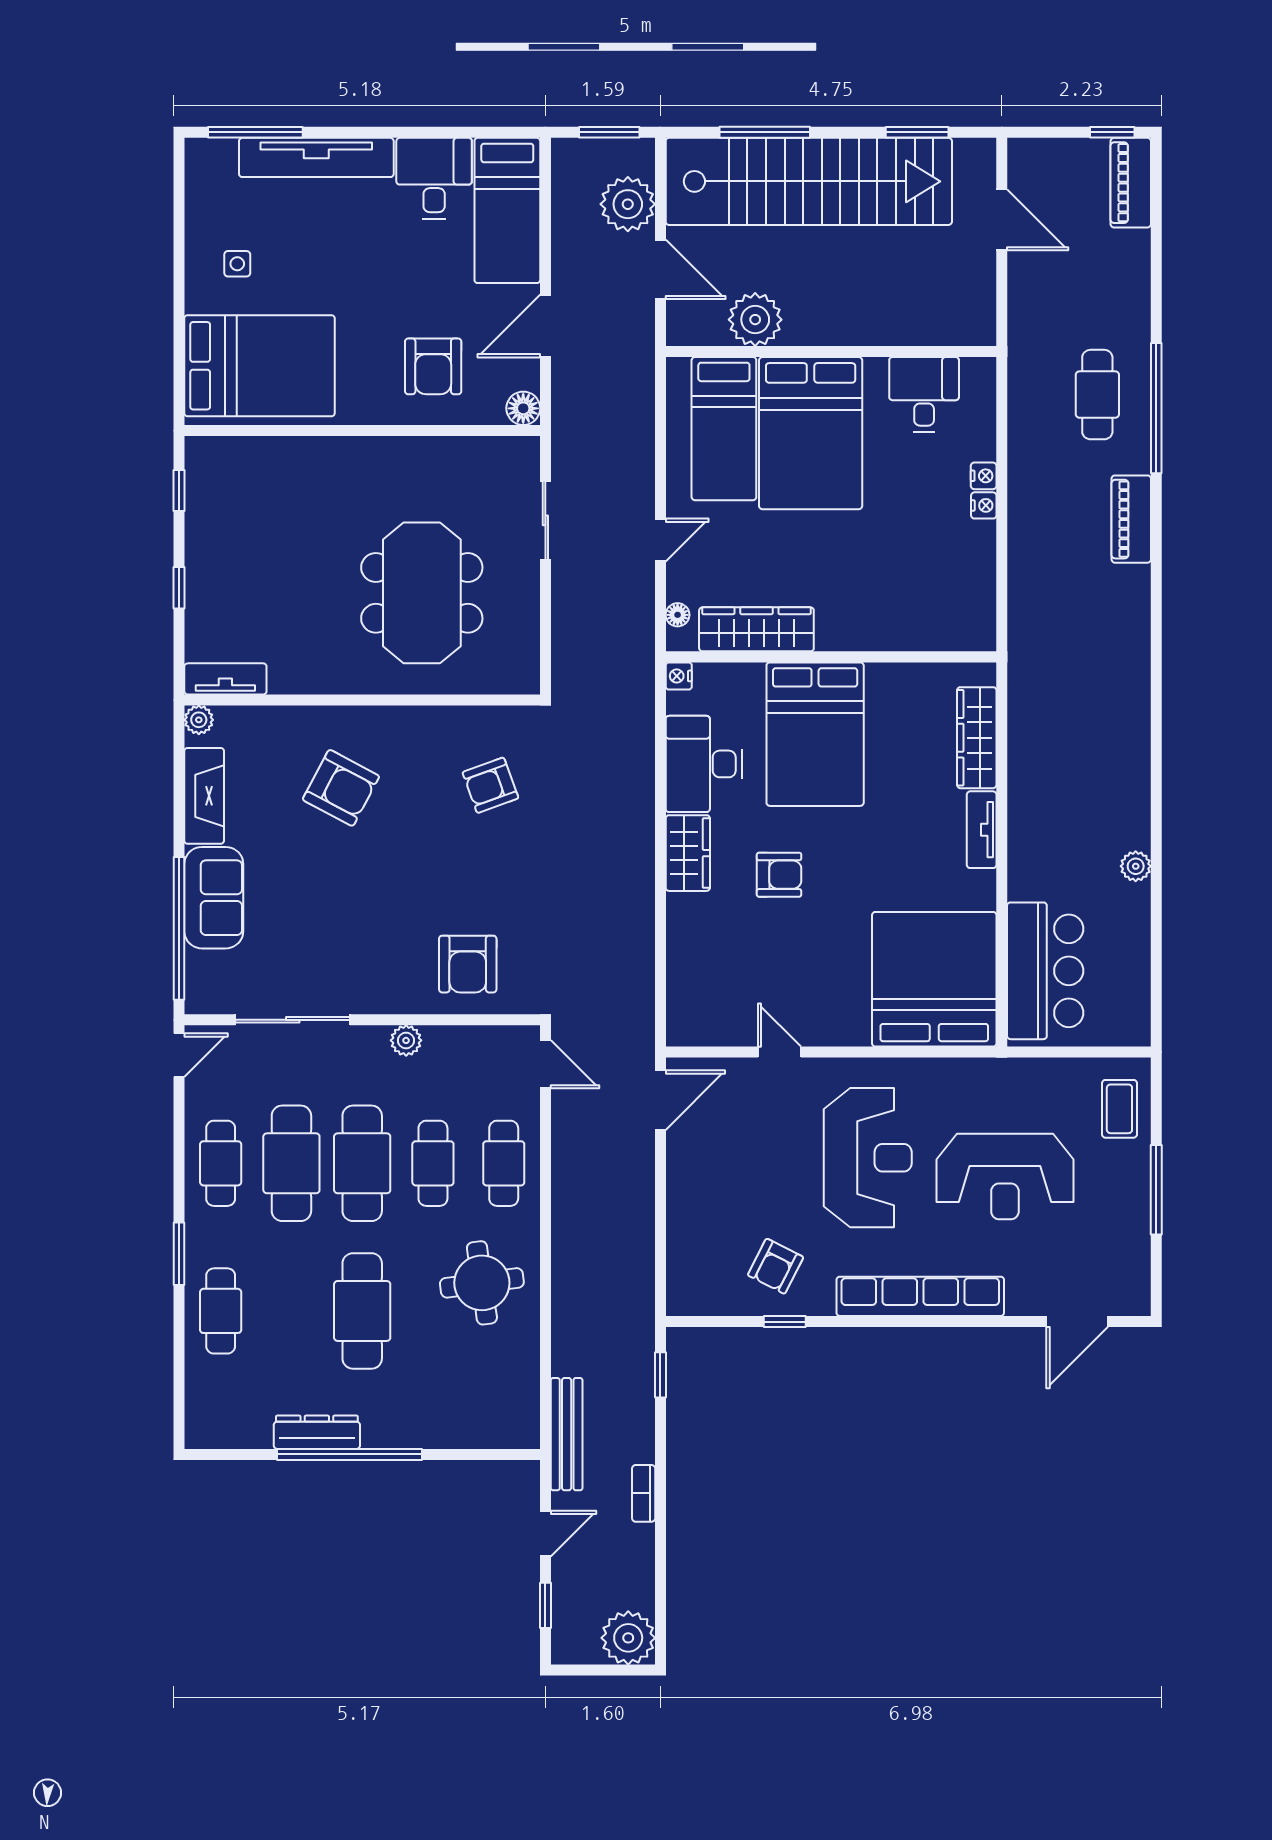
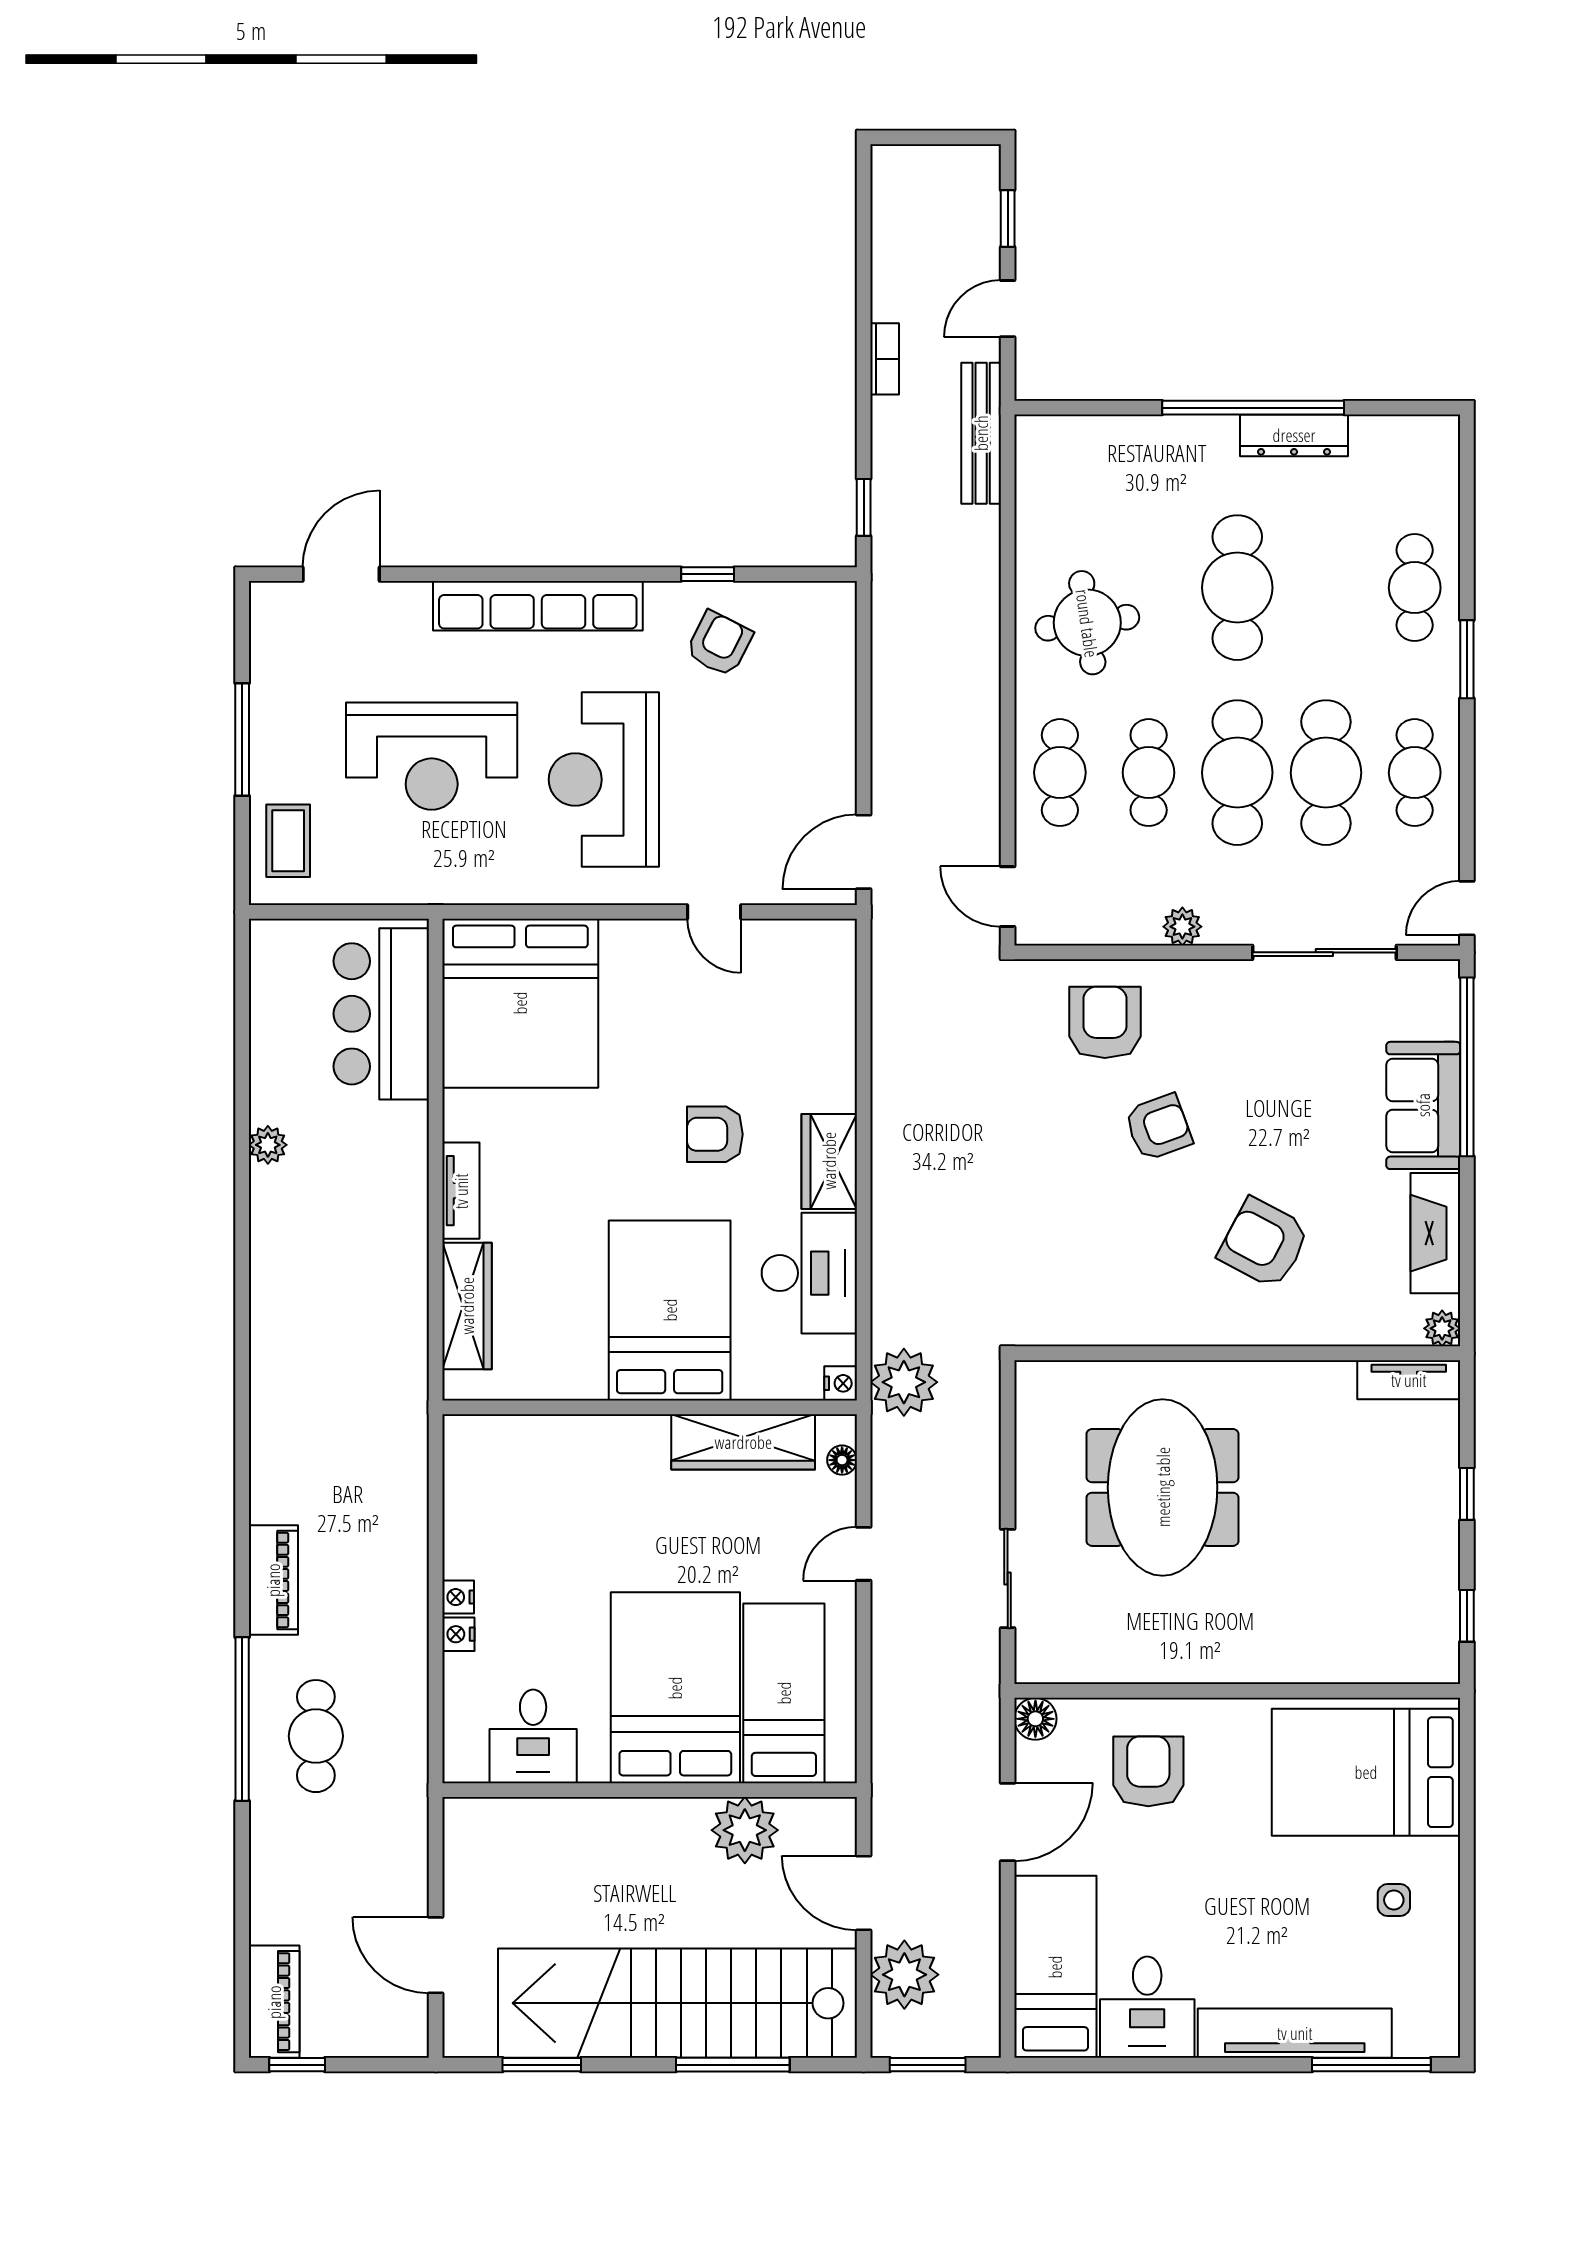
armchair: (490, 785) -> (1158, 1127), moved
reception desk: (1005, 1176) -> (432, 756), turned 180
plant: (628, 1638) -> (904, 1382), moved

